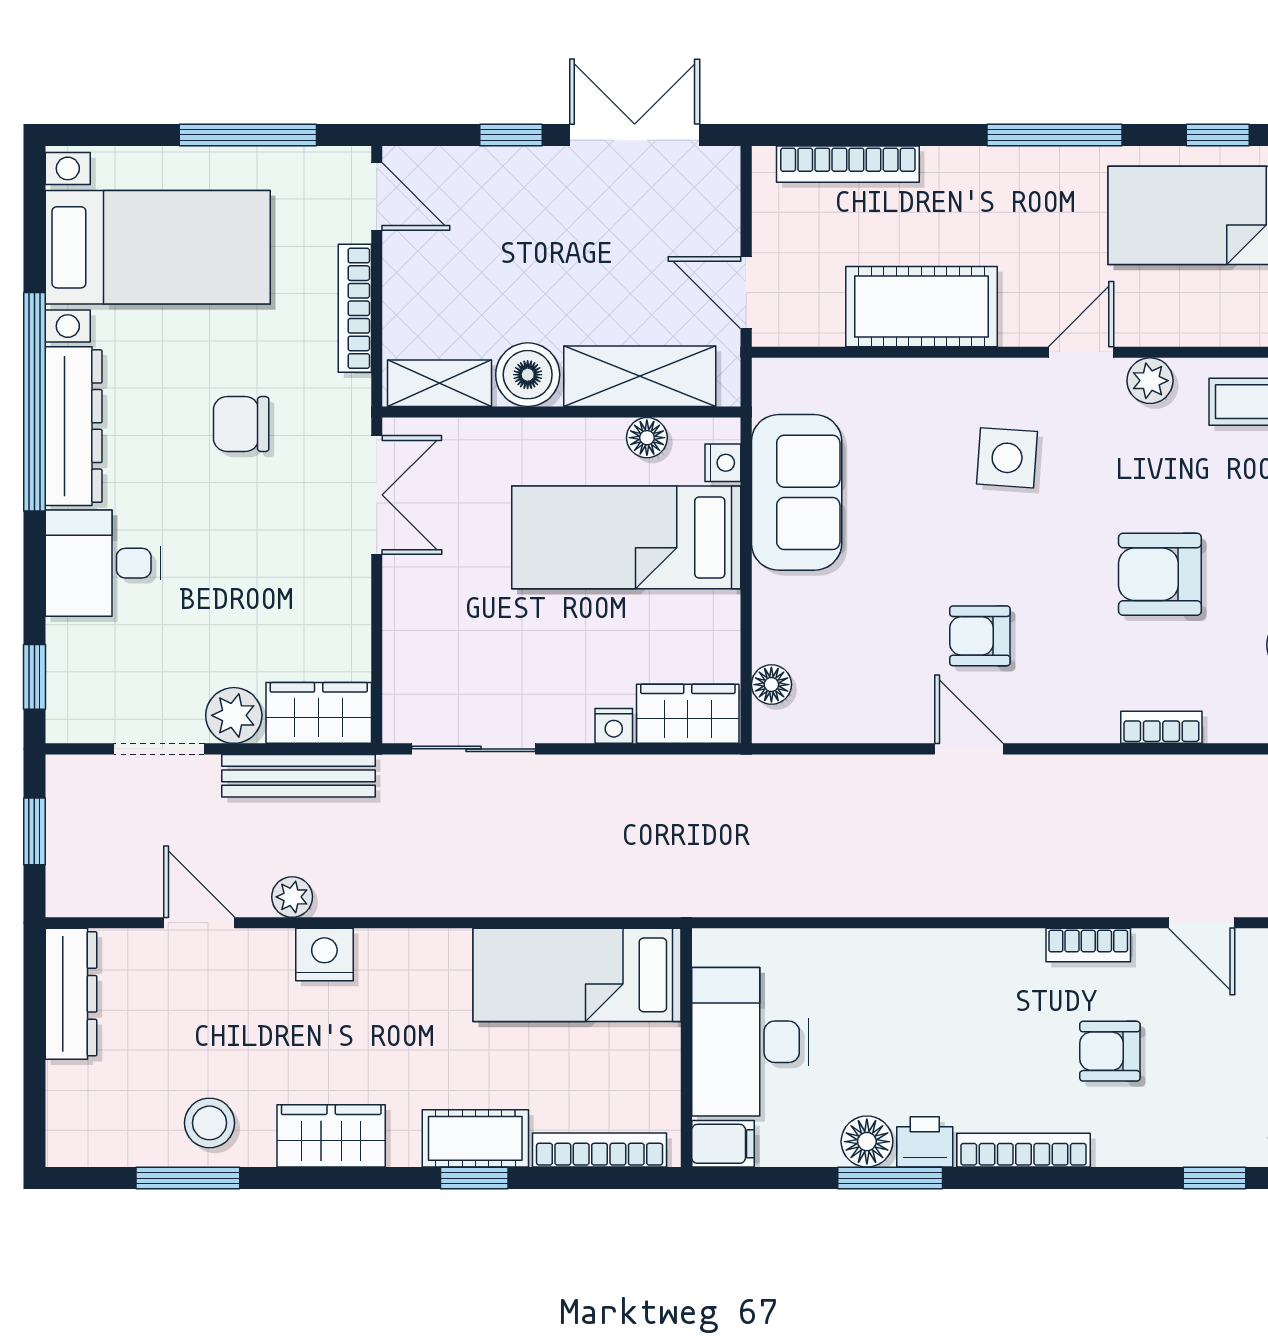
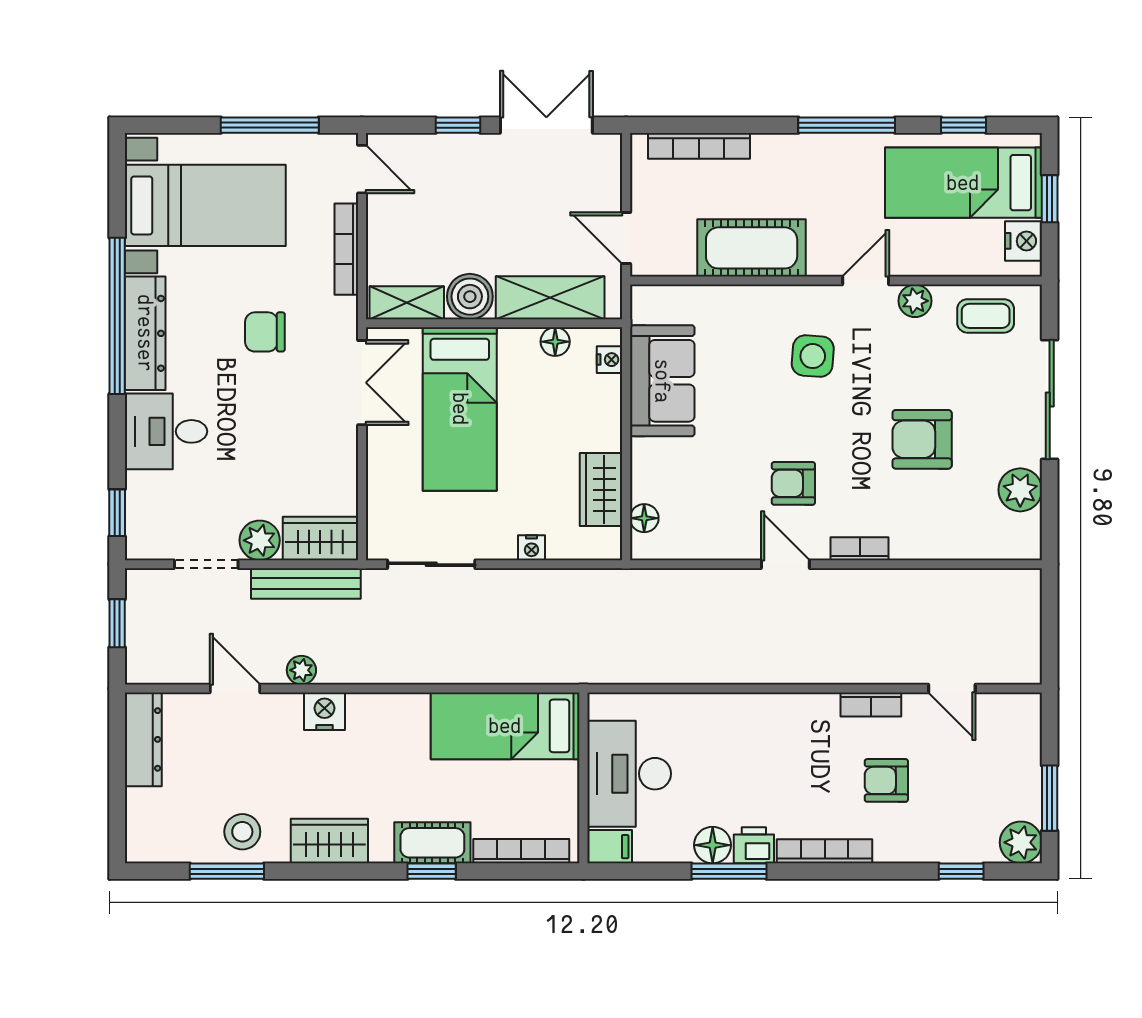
bed: (626, 537) -> (460, 409), moved, turned -90
wardrobe: (688, 714) -> (601, 490), moved, turned -90
bookcase: (1161, 727) -> (860, 549), moved

